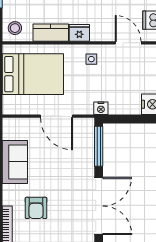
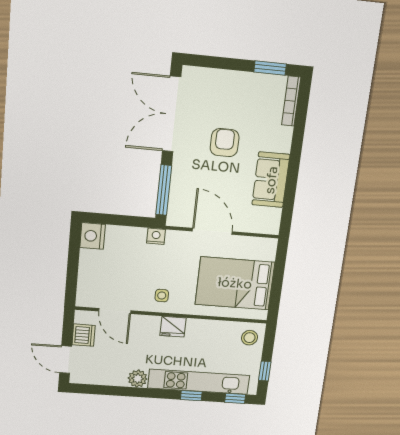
kitchen counter: (51, 33) -> (207, 329), removed
armchair: (36, 208) -> (225, 143), moved

